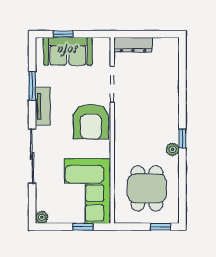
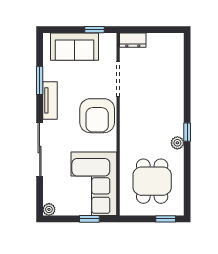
window: (63, 34) -> (95, 30), moved
dresser: (133, 45) -> (133, 40), width x0.70

